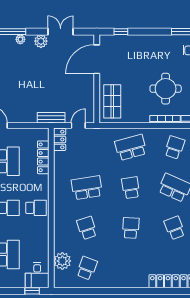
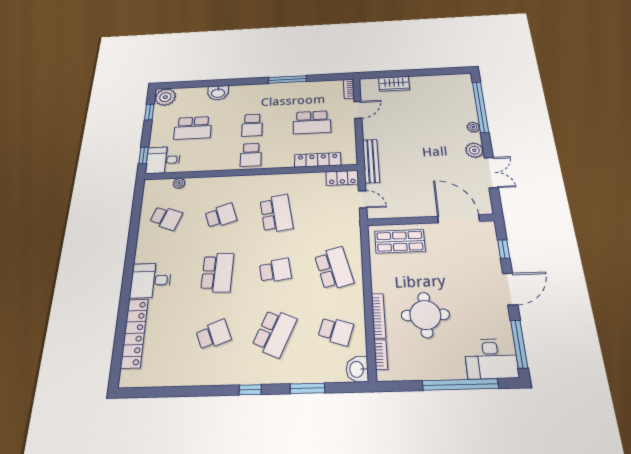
door: (150, 32) -> (510, 289), added
bench: (51, 118) -> (371, 161), width x1.36
school desk: (131, 228) -> (217, 273), width x1.85
plant: (62, 261) -> (179, 183), width x0.53, depth x0.53
desk: (135, 274) -> (151, 280), added

